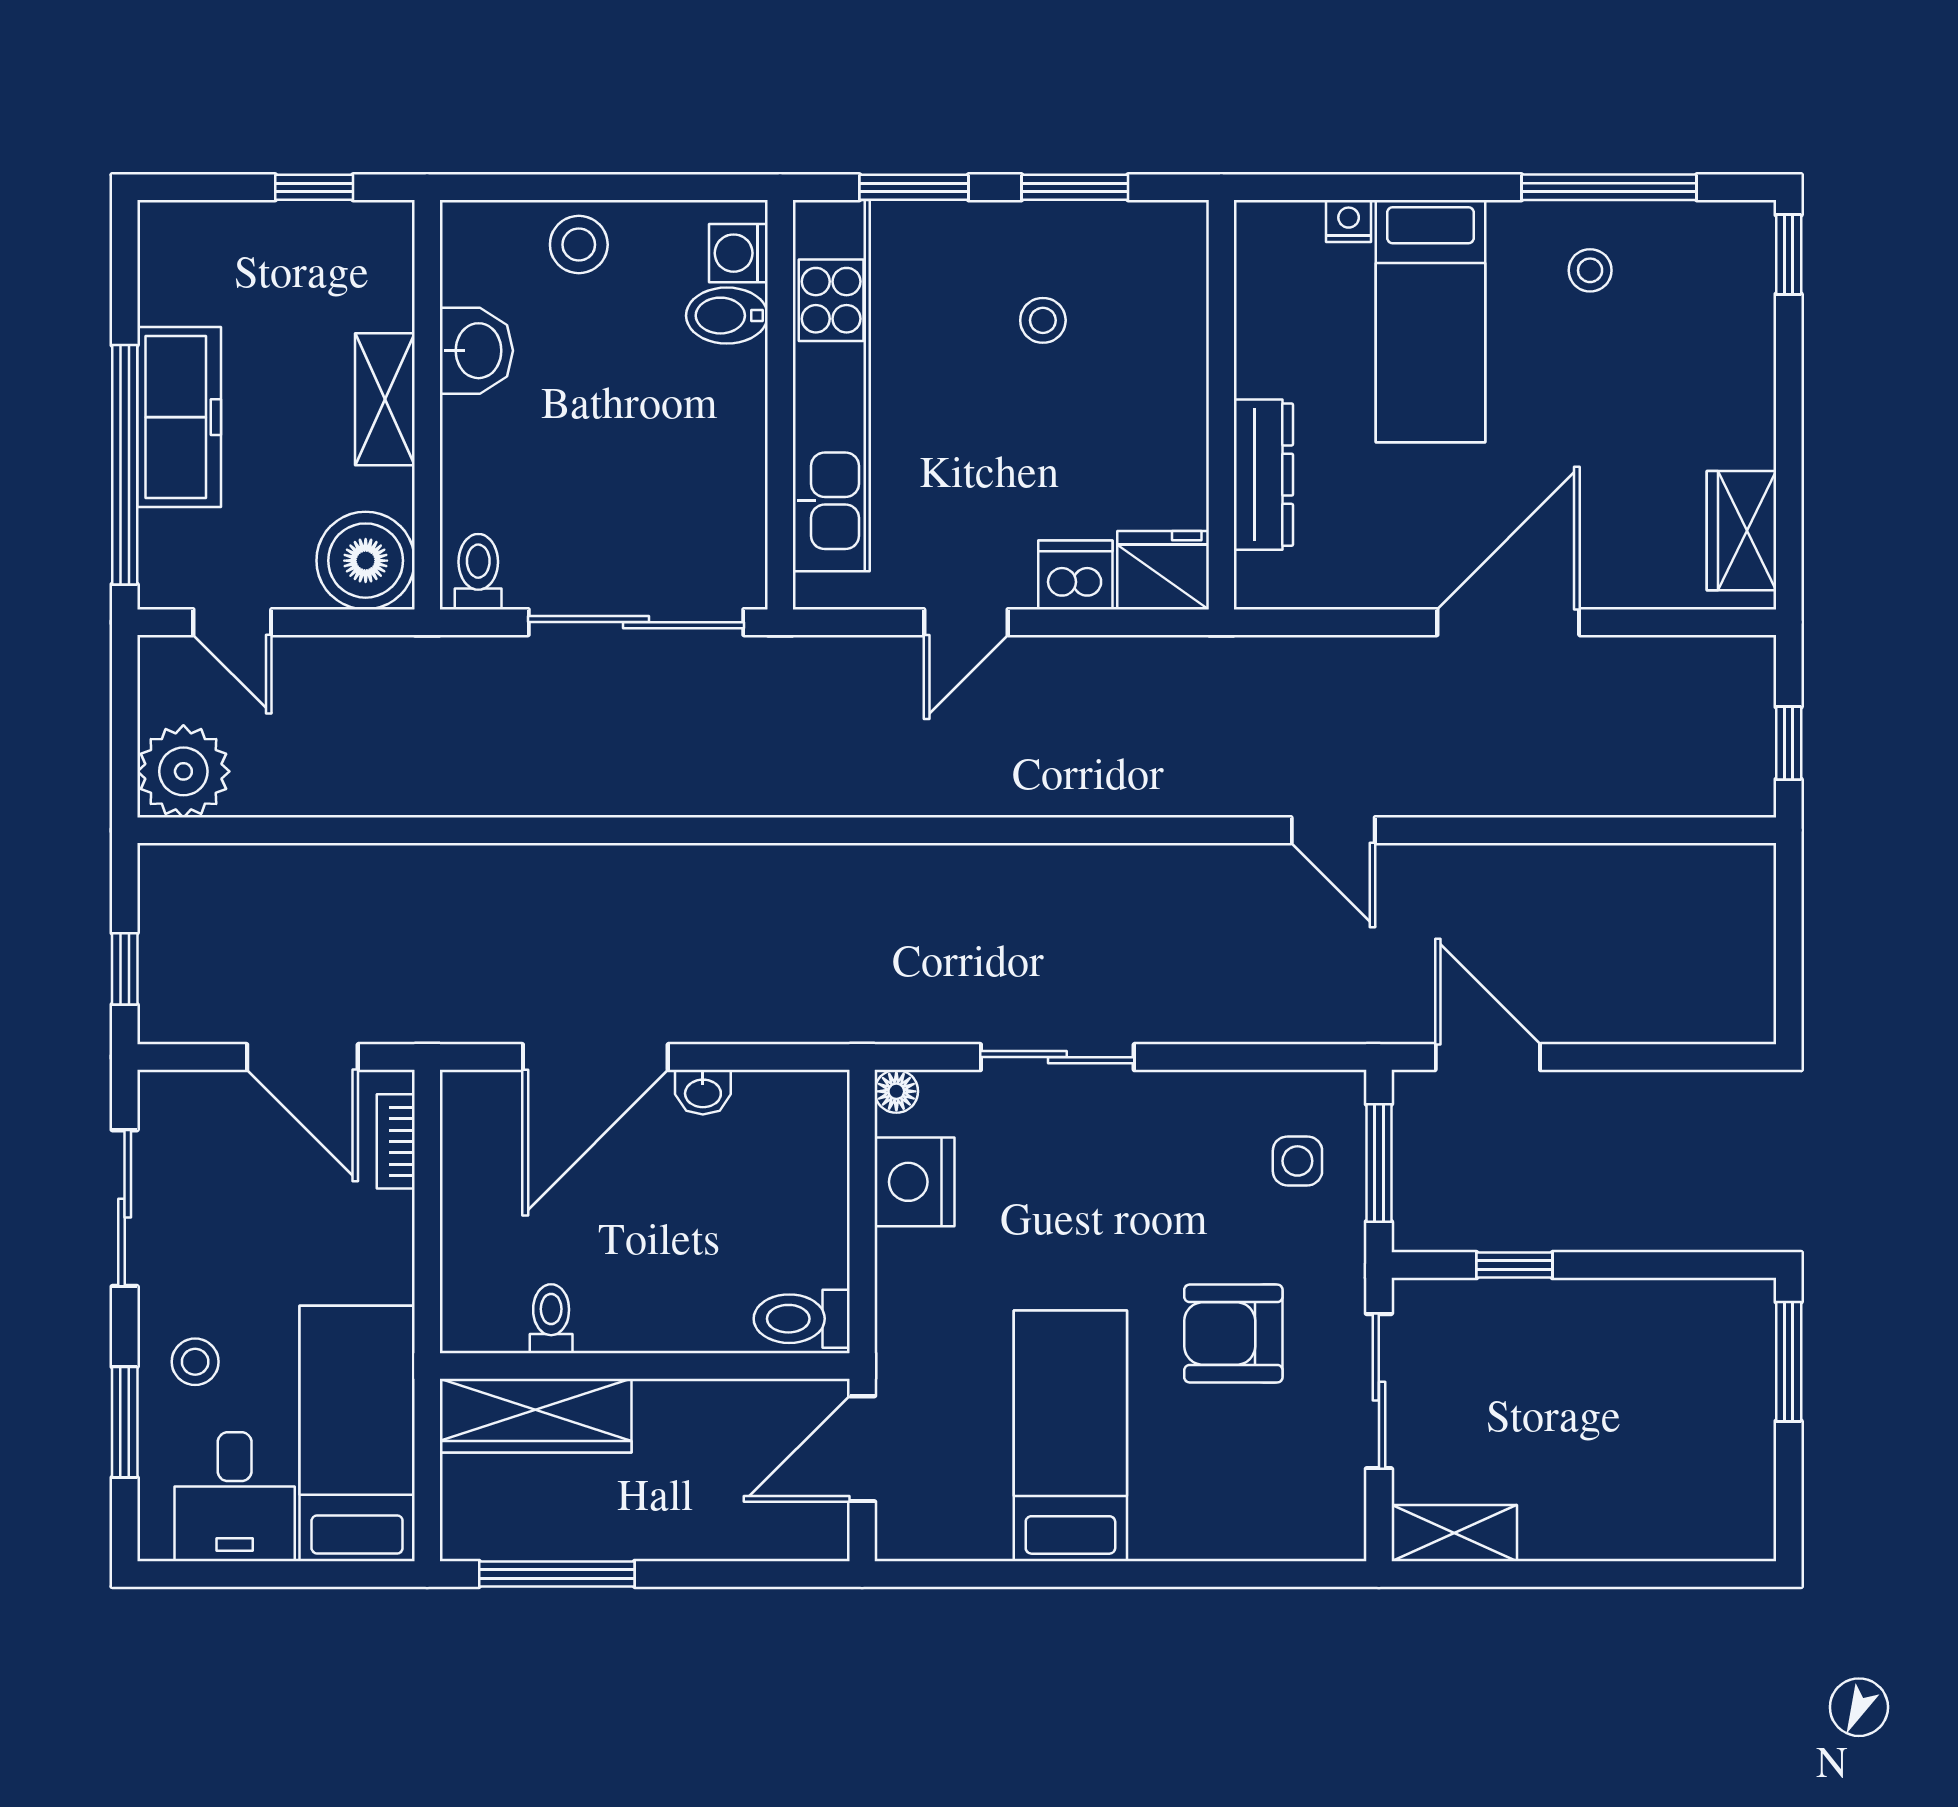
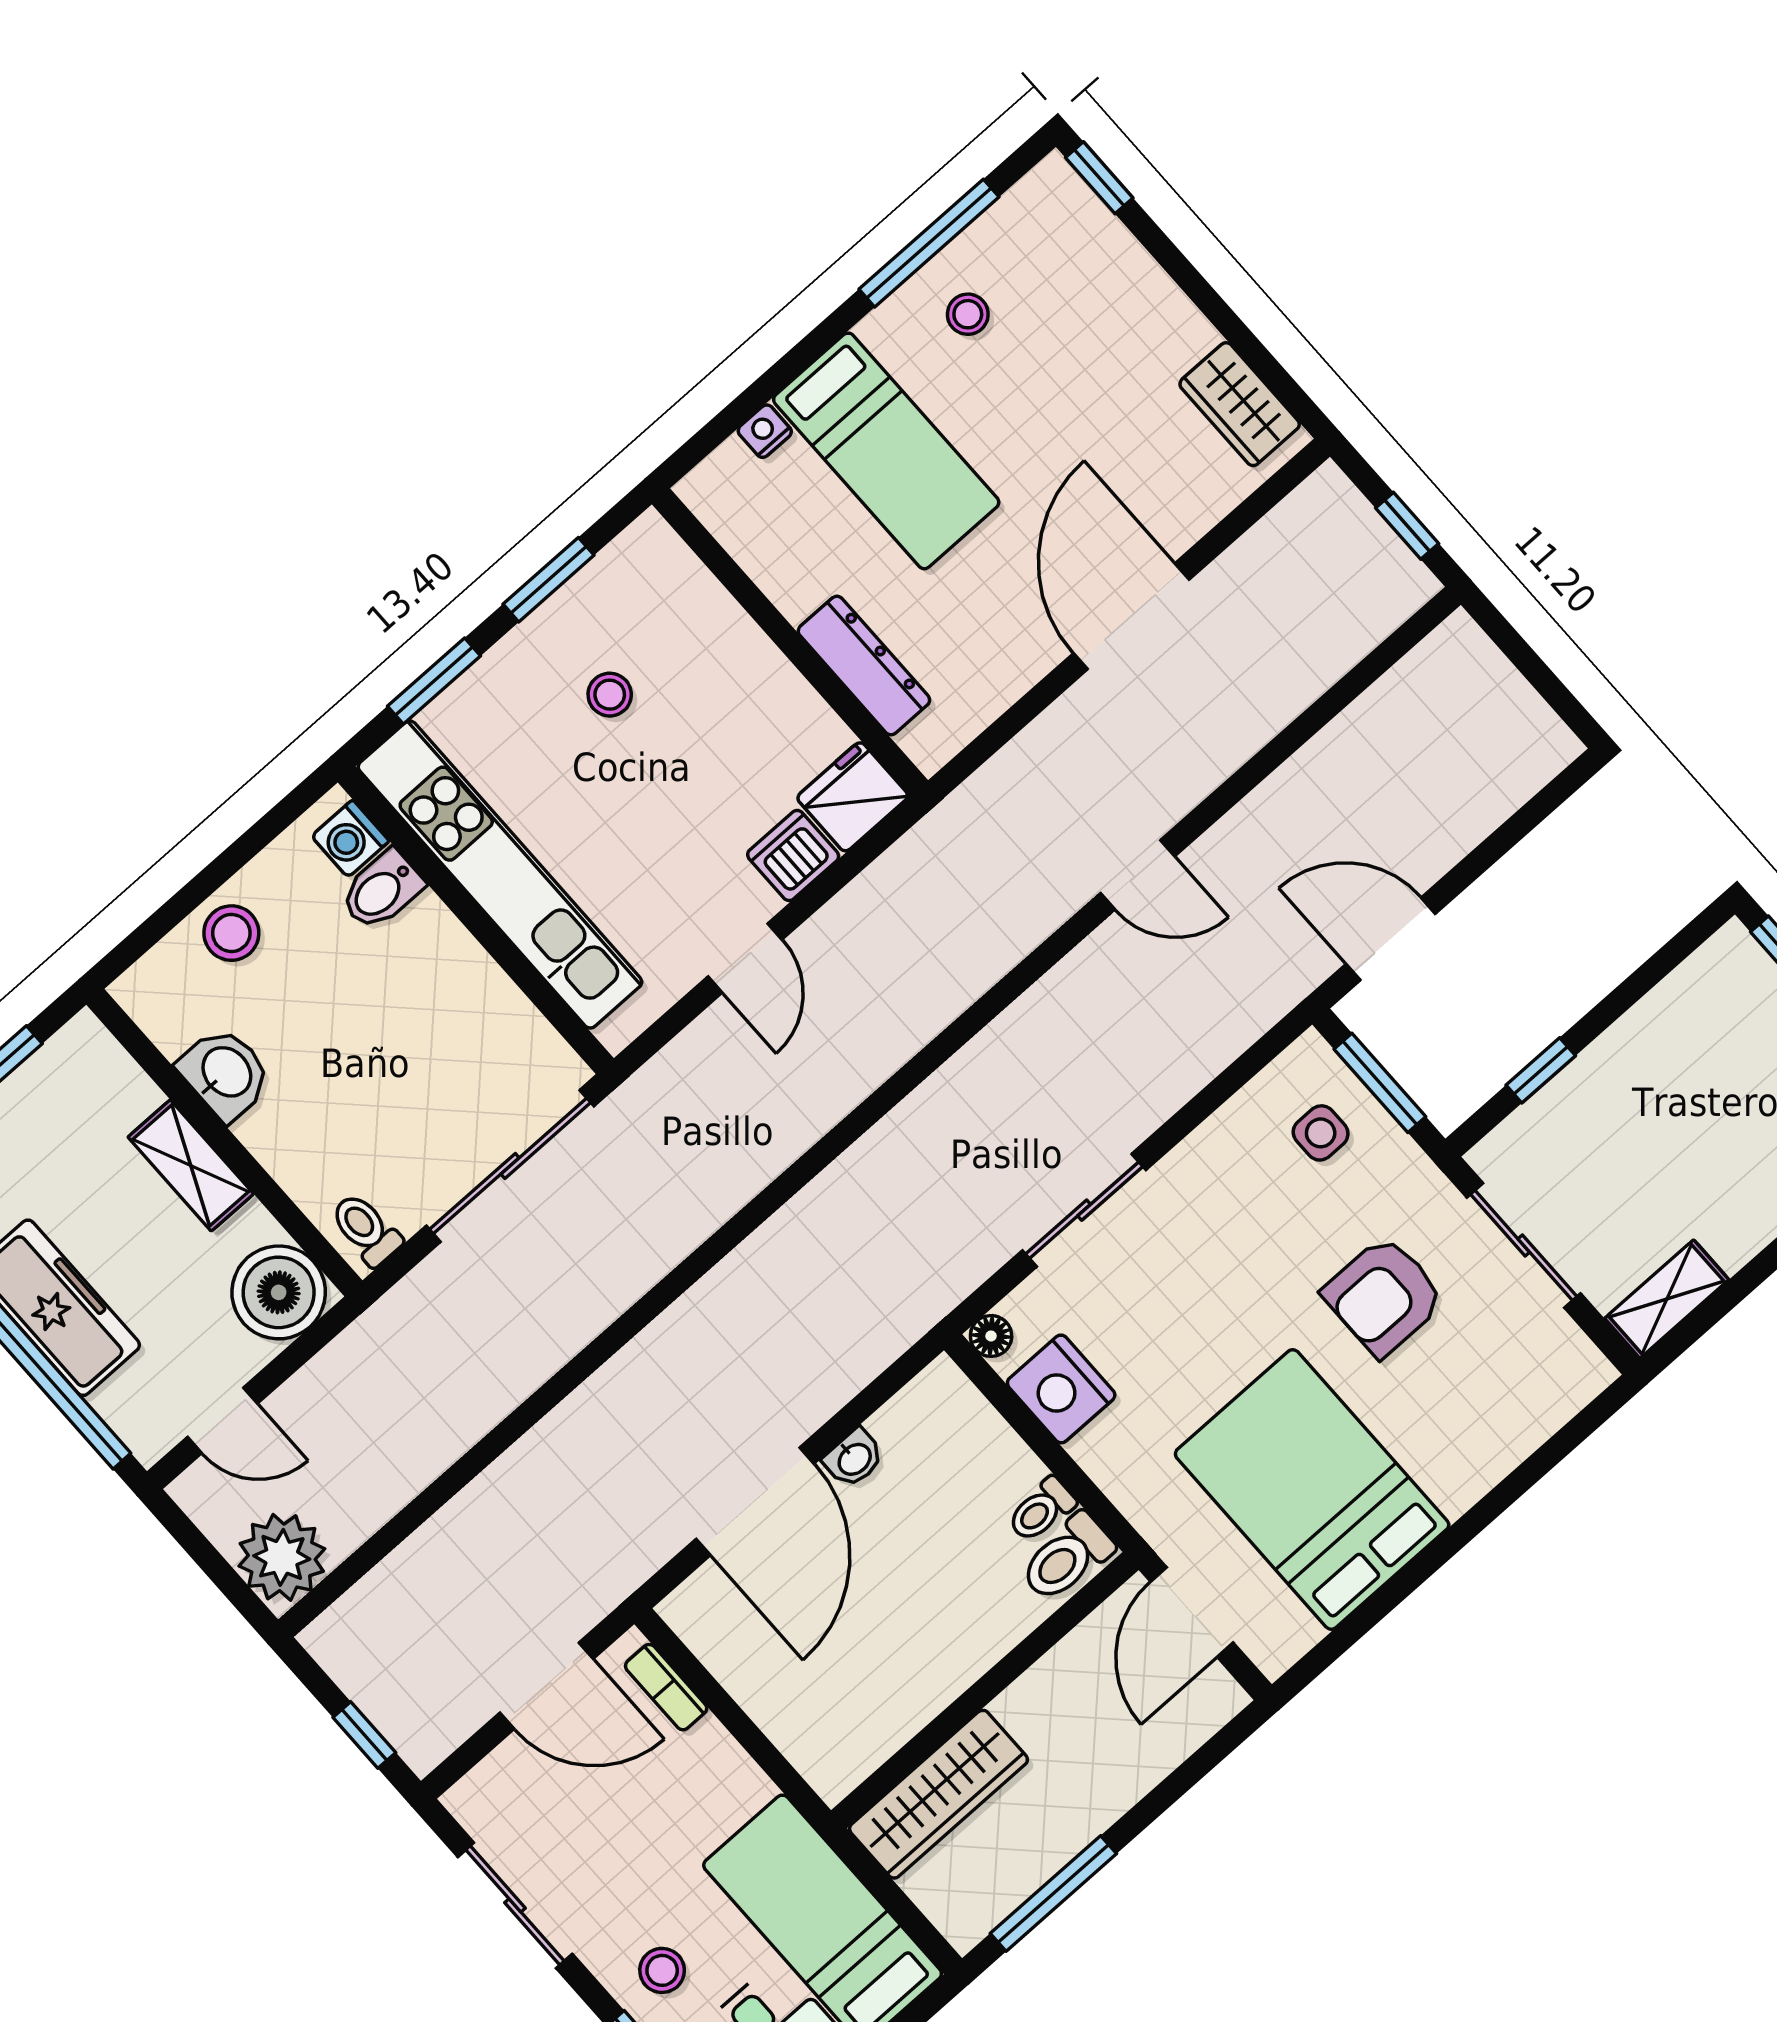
toilet: (551, 1319) -> (1041, 1510), moved, turned -90
bed: (1070, 1436) -> (1312, 1489), width x1.50

